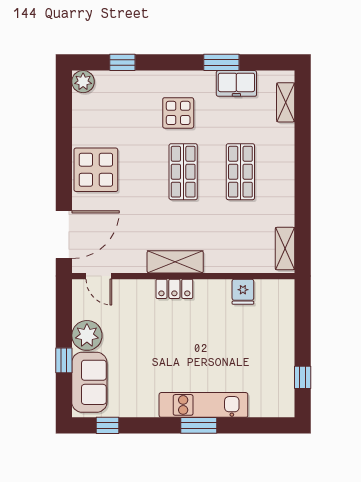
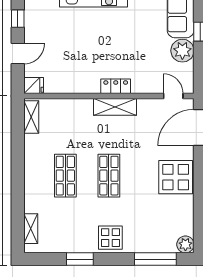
window: (122, 62) -> (155, 259), width x2.17
freezer: (236, 83) -> (68, 243), removed
display table: (178, 113) -> (110, 238), moved
fridge: (243, 292) -> (34, 86), moved, turned 90
door: (303, 332) -> (18, 54), added

